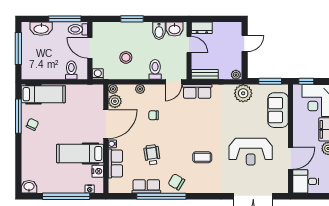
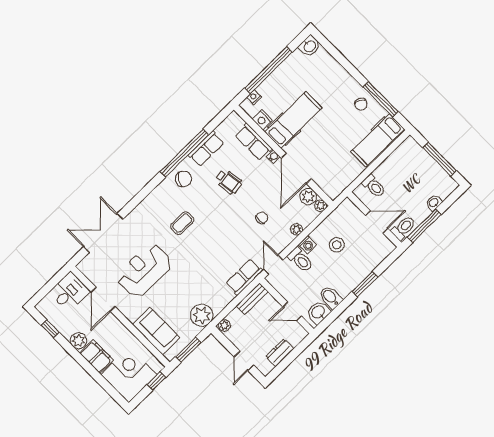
dresser: (202, 28) -> (280, 353), moved
washbasin: (41, 29) -> (434, 203), width x0.52, depth x0.69
washing machine: (98, 74) -> (307, 245), moved

